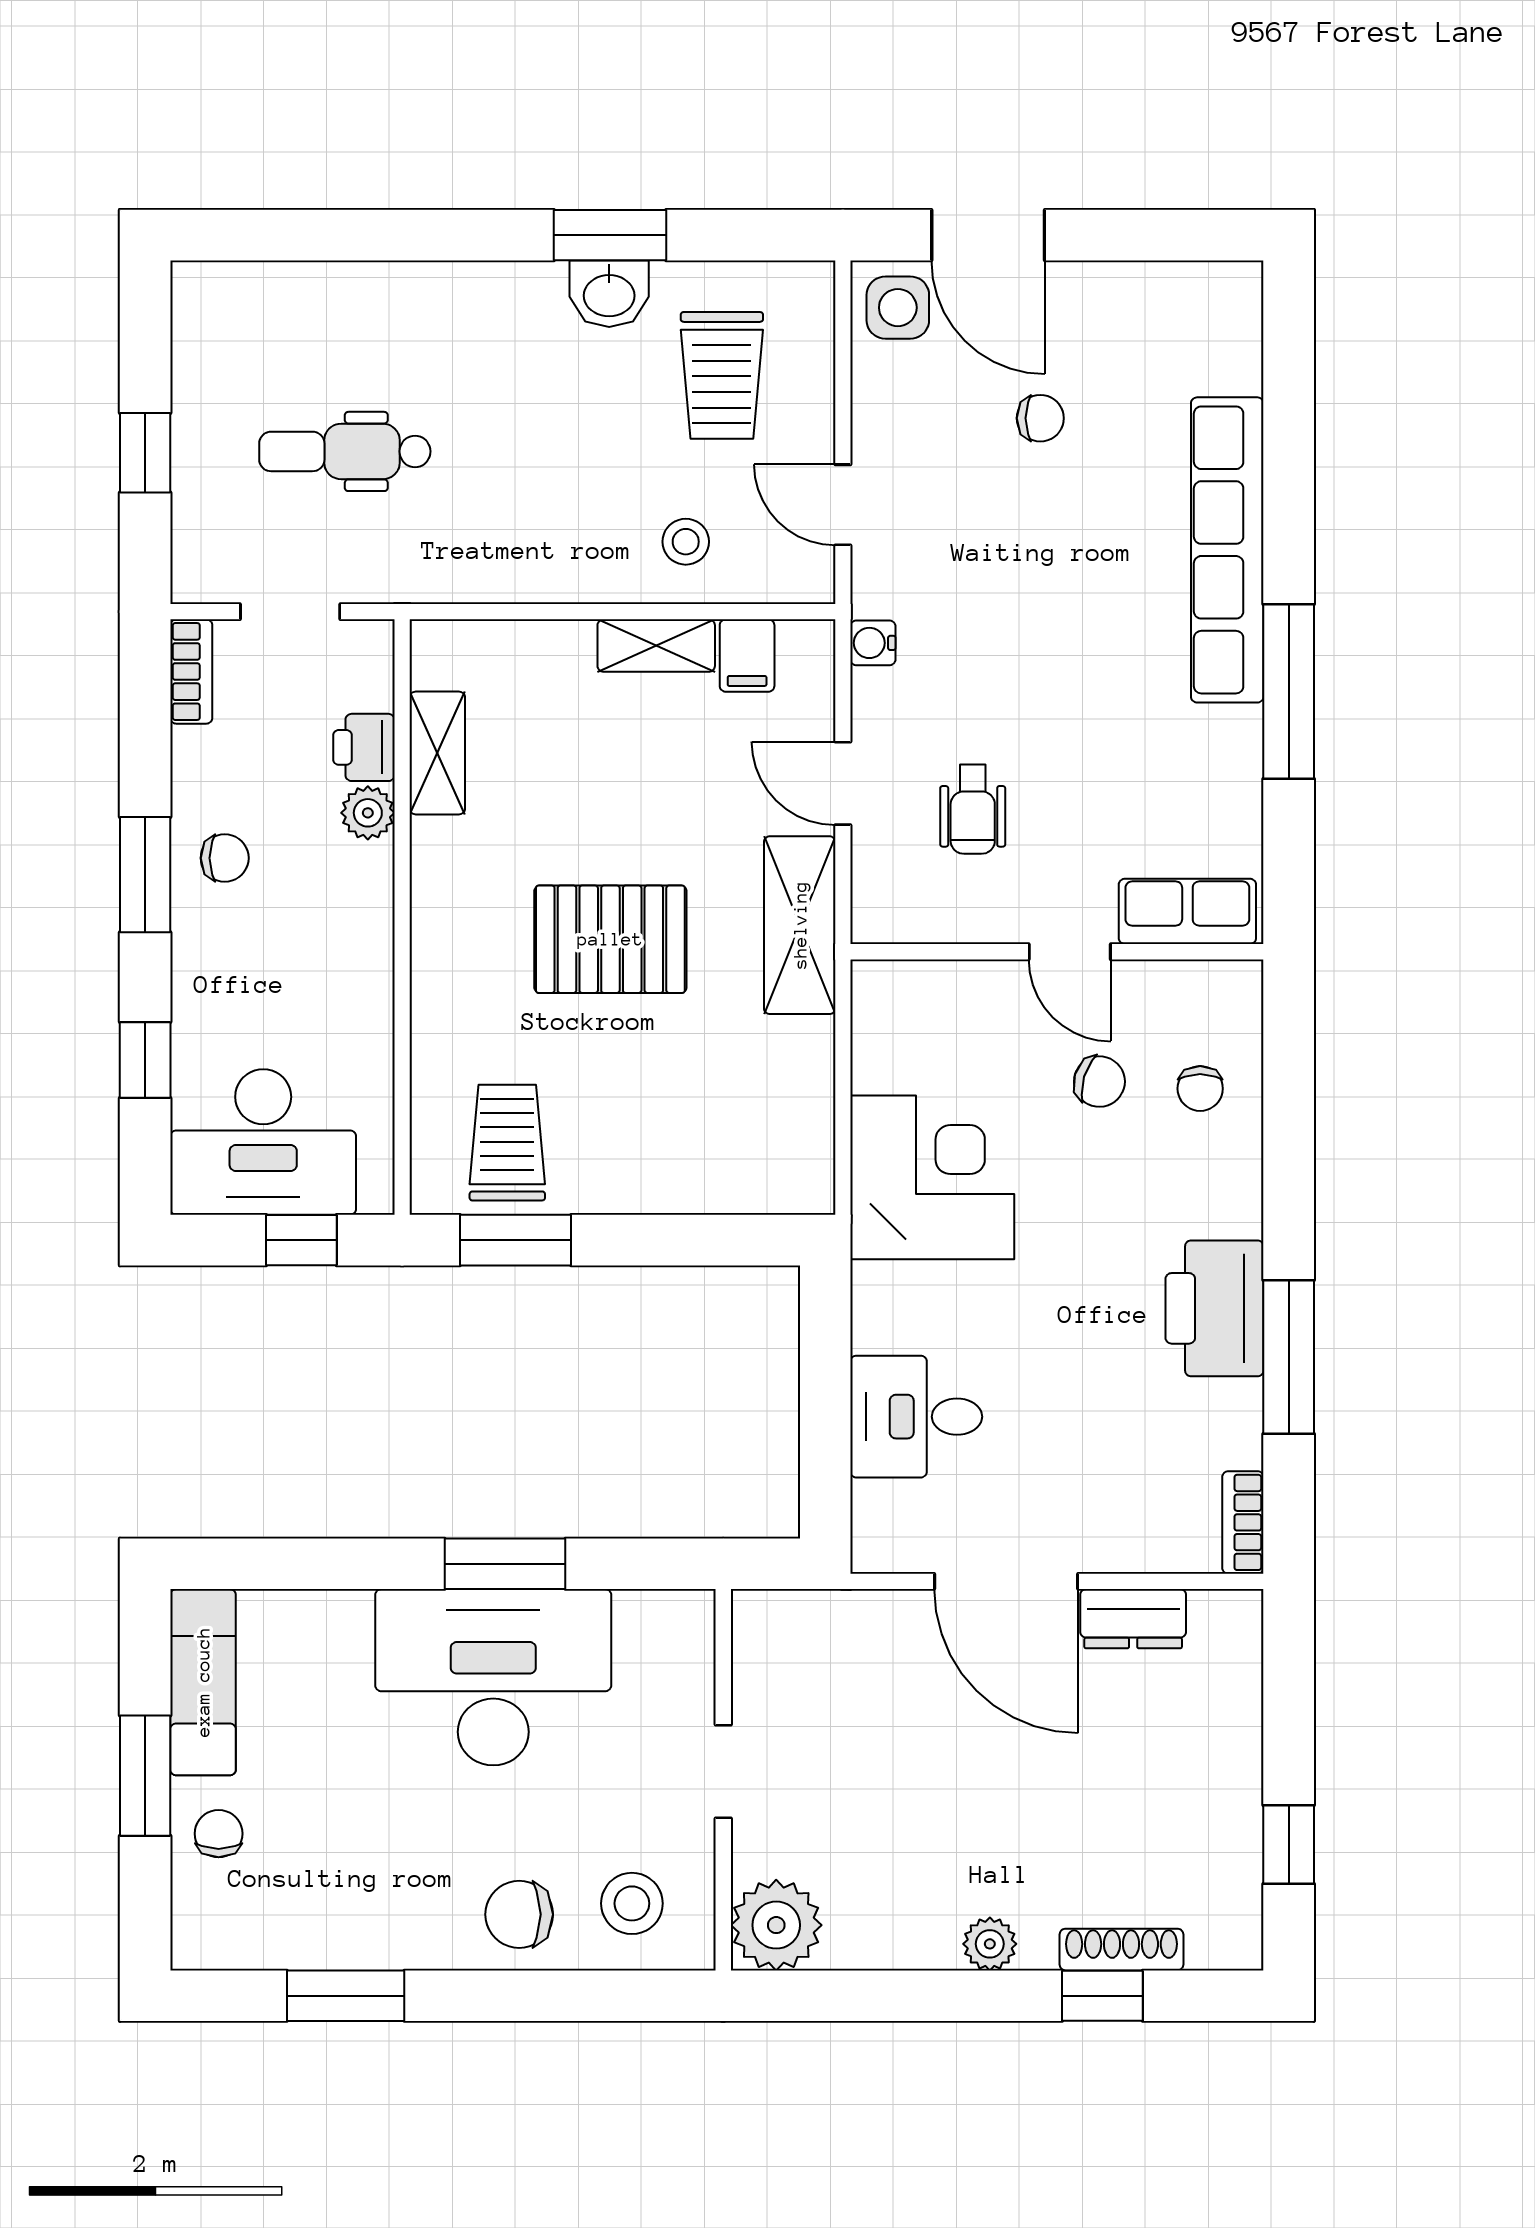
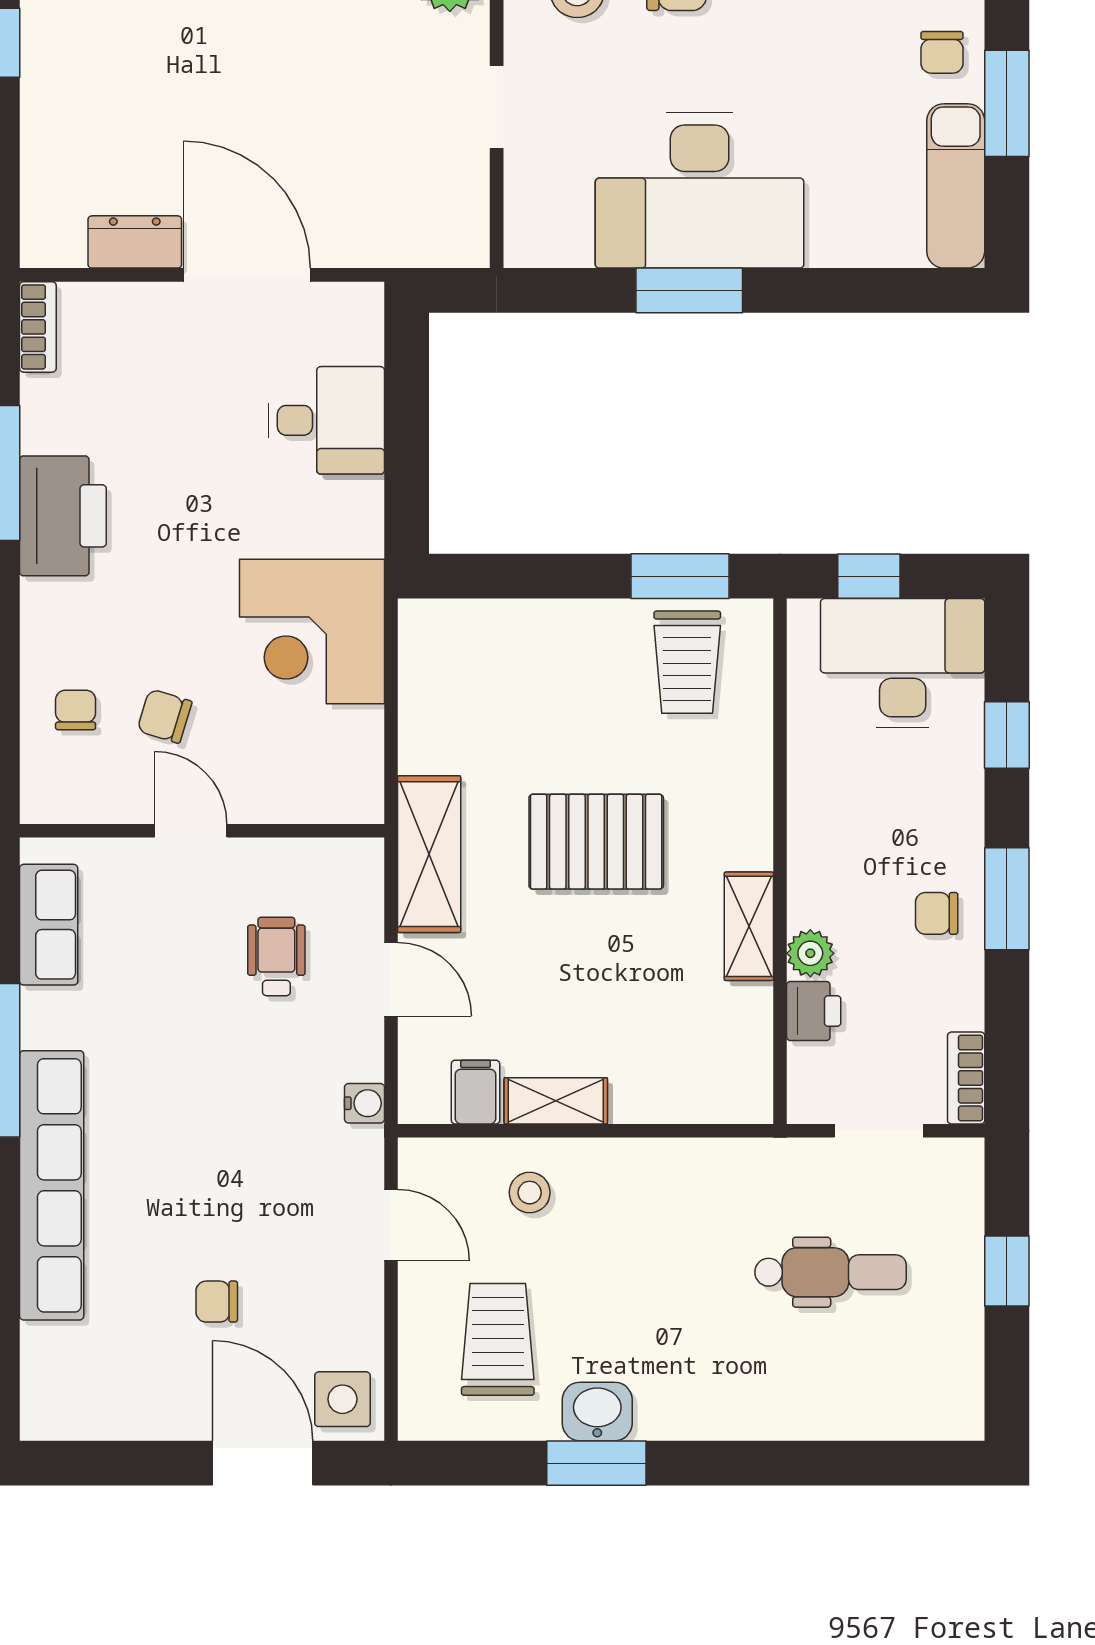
shelving: (437, 753) -> (749, 926), moved
row of seats: (1187, 911) -> (49, 925), moved, turned -90

